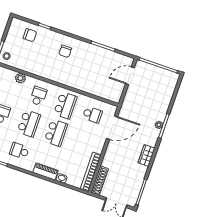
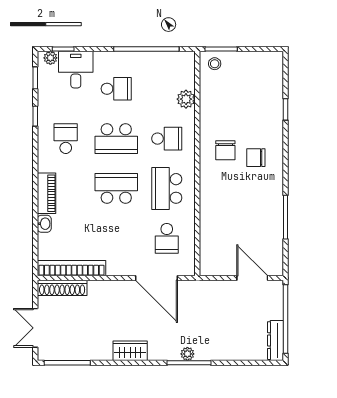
chair: (30, 35) -> (225, 150), moved
dresser: (168, 75) -> (275, 341), added
school desk: (65, 105) -> (167, 188), turned 90
school desk: (56, 133) -> (116, 188), turned 180

